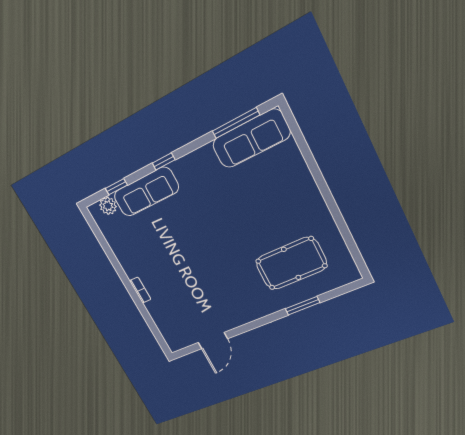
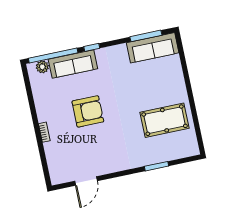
window: (116, 187) -> (53, 56), width x3.17
armchair: (187, 252) -> (88, 111), added
pool table: (291, 263) -> (165, 120), moved

